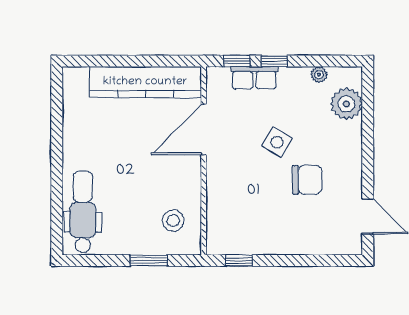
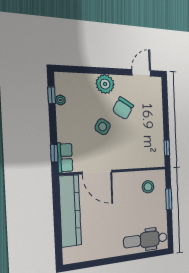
window: (274, 61) -> (52, 95), moved
row of seats: (254, 78) -> (65, 158), moved
plant: (346, 104) -> (105, 84), moved
chair: (307, 180) -> (123, 108), turned -149

